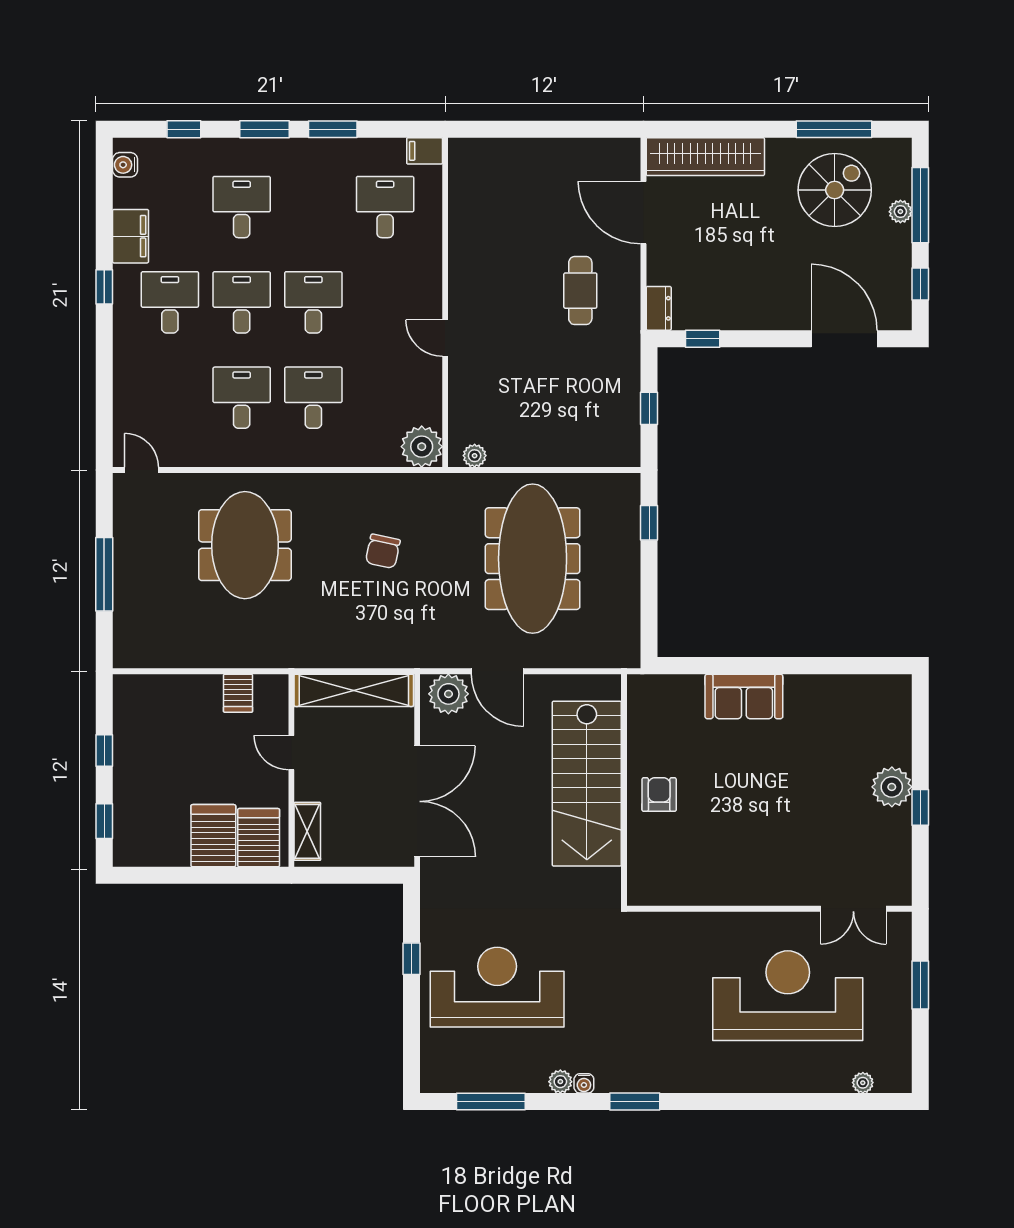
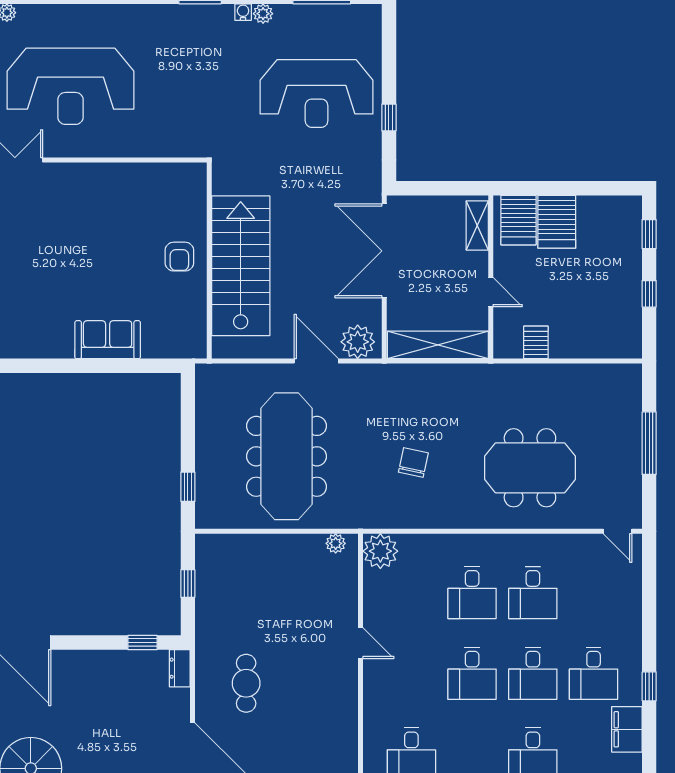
meeting table: (245, 545) -> (530, 468), turned 90

